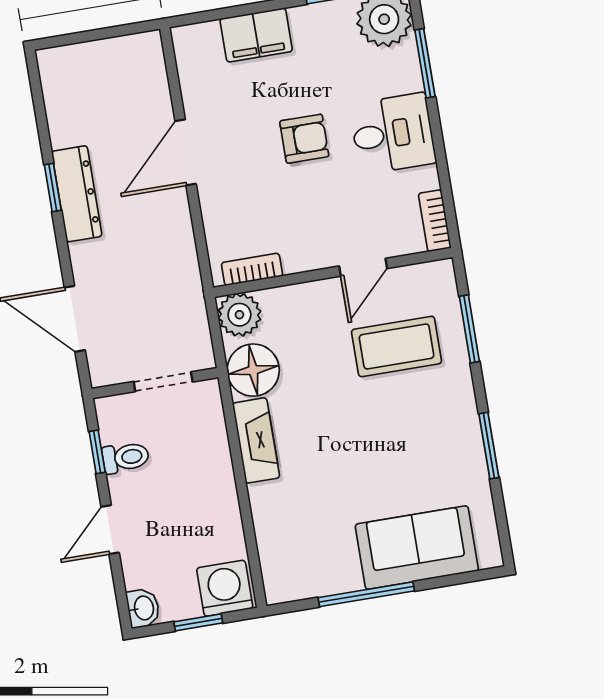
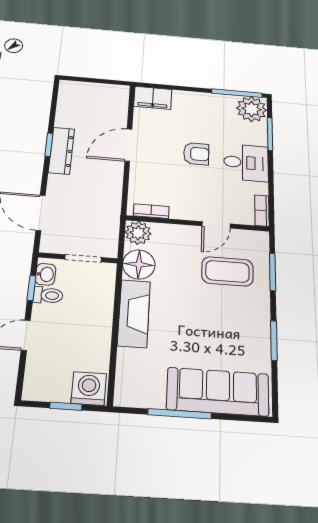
filing cabinet: (256, 35) -> (153, 98), moved
fireplace: (256, 440) -> (134, 313), width x1.37, depth x1.32
sofa: (417, 548) -> (218, 392), width x1.36
washbasin: (143, 608) -> (46, 274), moved

